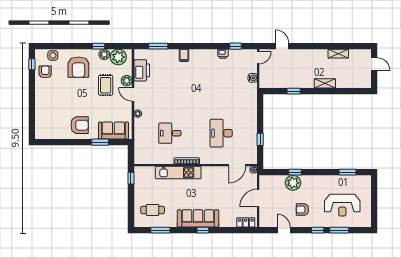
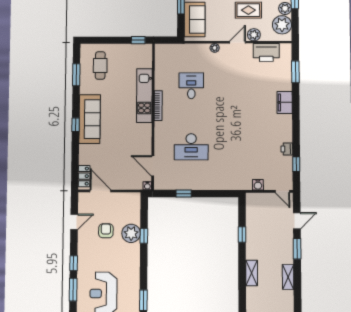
window: (305, 46) -> (297, 249), added
shelving: (338, 54) -> (288, 277), moved
filing cabinet: (184, 55) -> (285, 102), width x2.00
desk: (221, 133) -> (191, 147), turned 180
door: (258, 198) -> (100, 191), moved
armchair: (302, 210) -> (106, 231), moved

